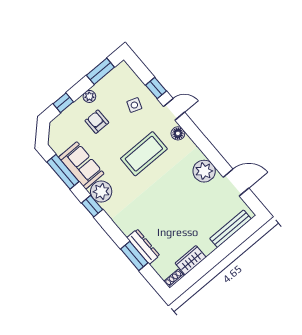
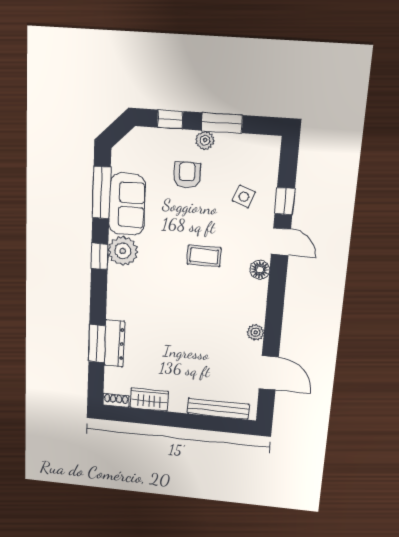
window: (100, 71) -> (222, 123), moved
coffee table: (144, 154) -> (204, 256), width x0.54, depth x0.58
plant: (204, 171) -> (256, 332), width x0.53, depth x0.53

